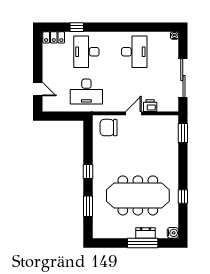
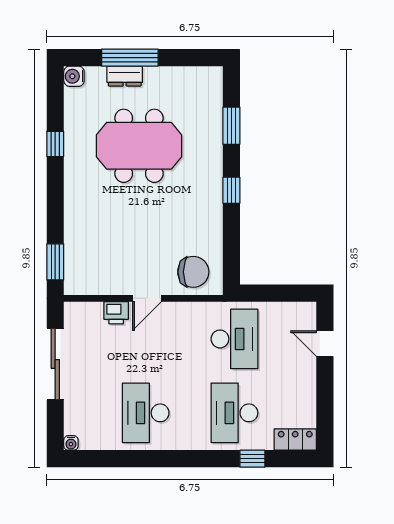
desk: (86, 52) -> (234, 413), turned 180
desk: (86, 92) -> (234, 339), turned 90
meeting table: (138, 195) -> (139, 146), width x0.73

